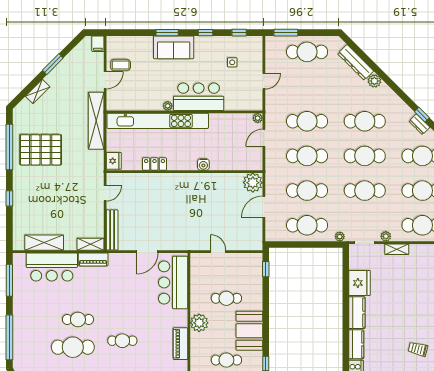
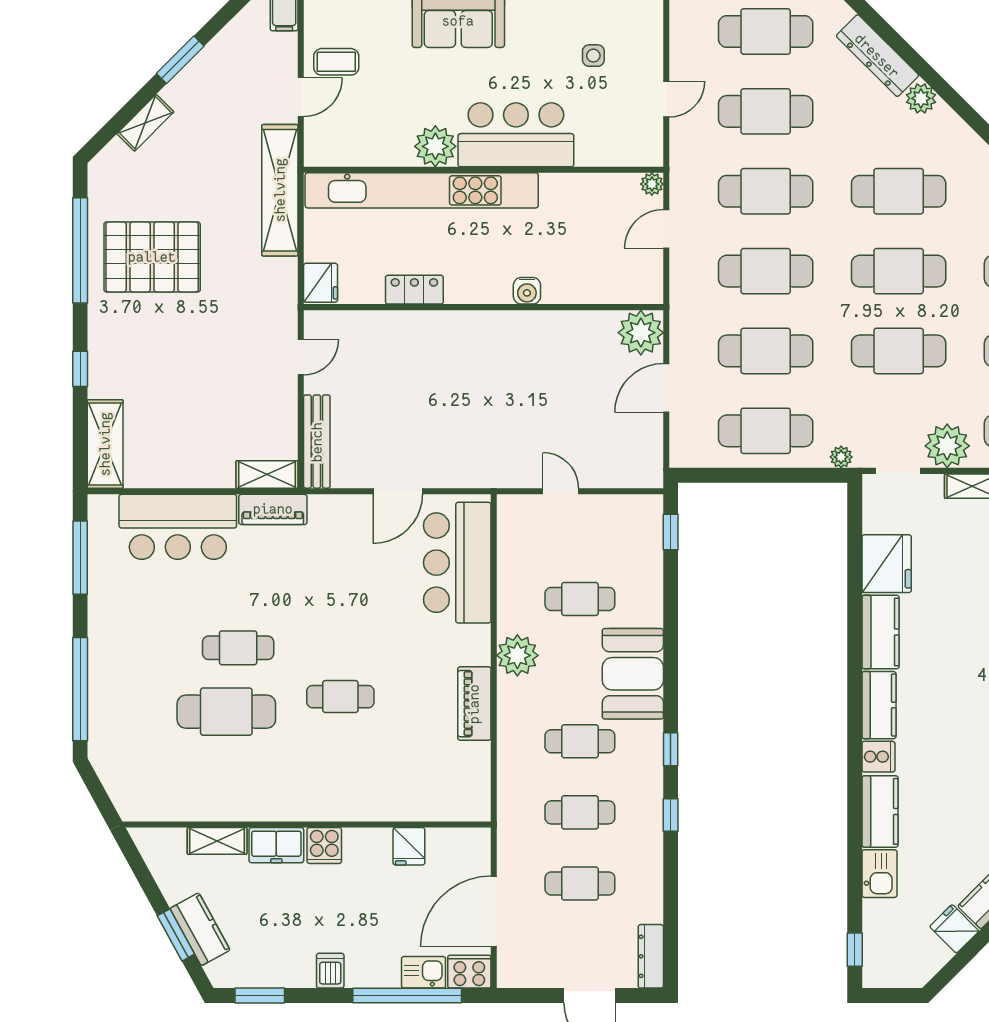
cafe table: (307, 87) -> (766, 111), added
plant: (168, 106) -> (435, 146), width x1.87, depth x1.87
plant: (386, 236) -> (947, 446), width x1.88, depth x1.88
shelving: (44, 243) -> (105, 444), moved, turned 90

